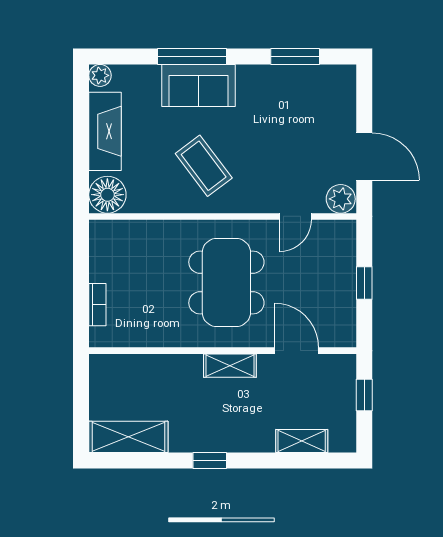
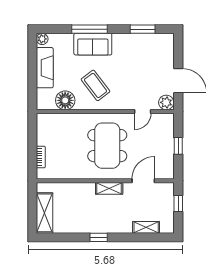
floor lamp: (107, 195) -> (65, 100), moved
door: (297, 351) -> (143, 181), hinge flipped
shelving: (128, 437) -> (45, 213), moved, turned 90

